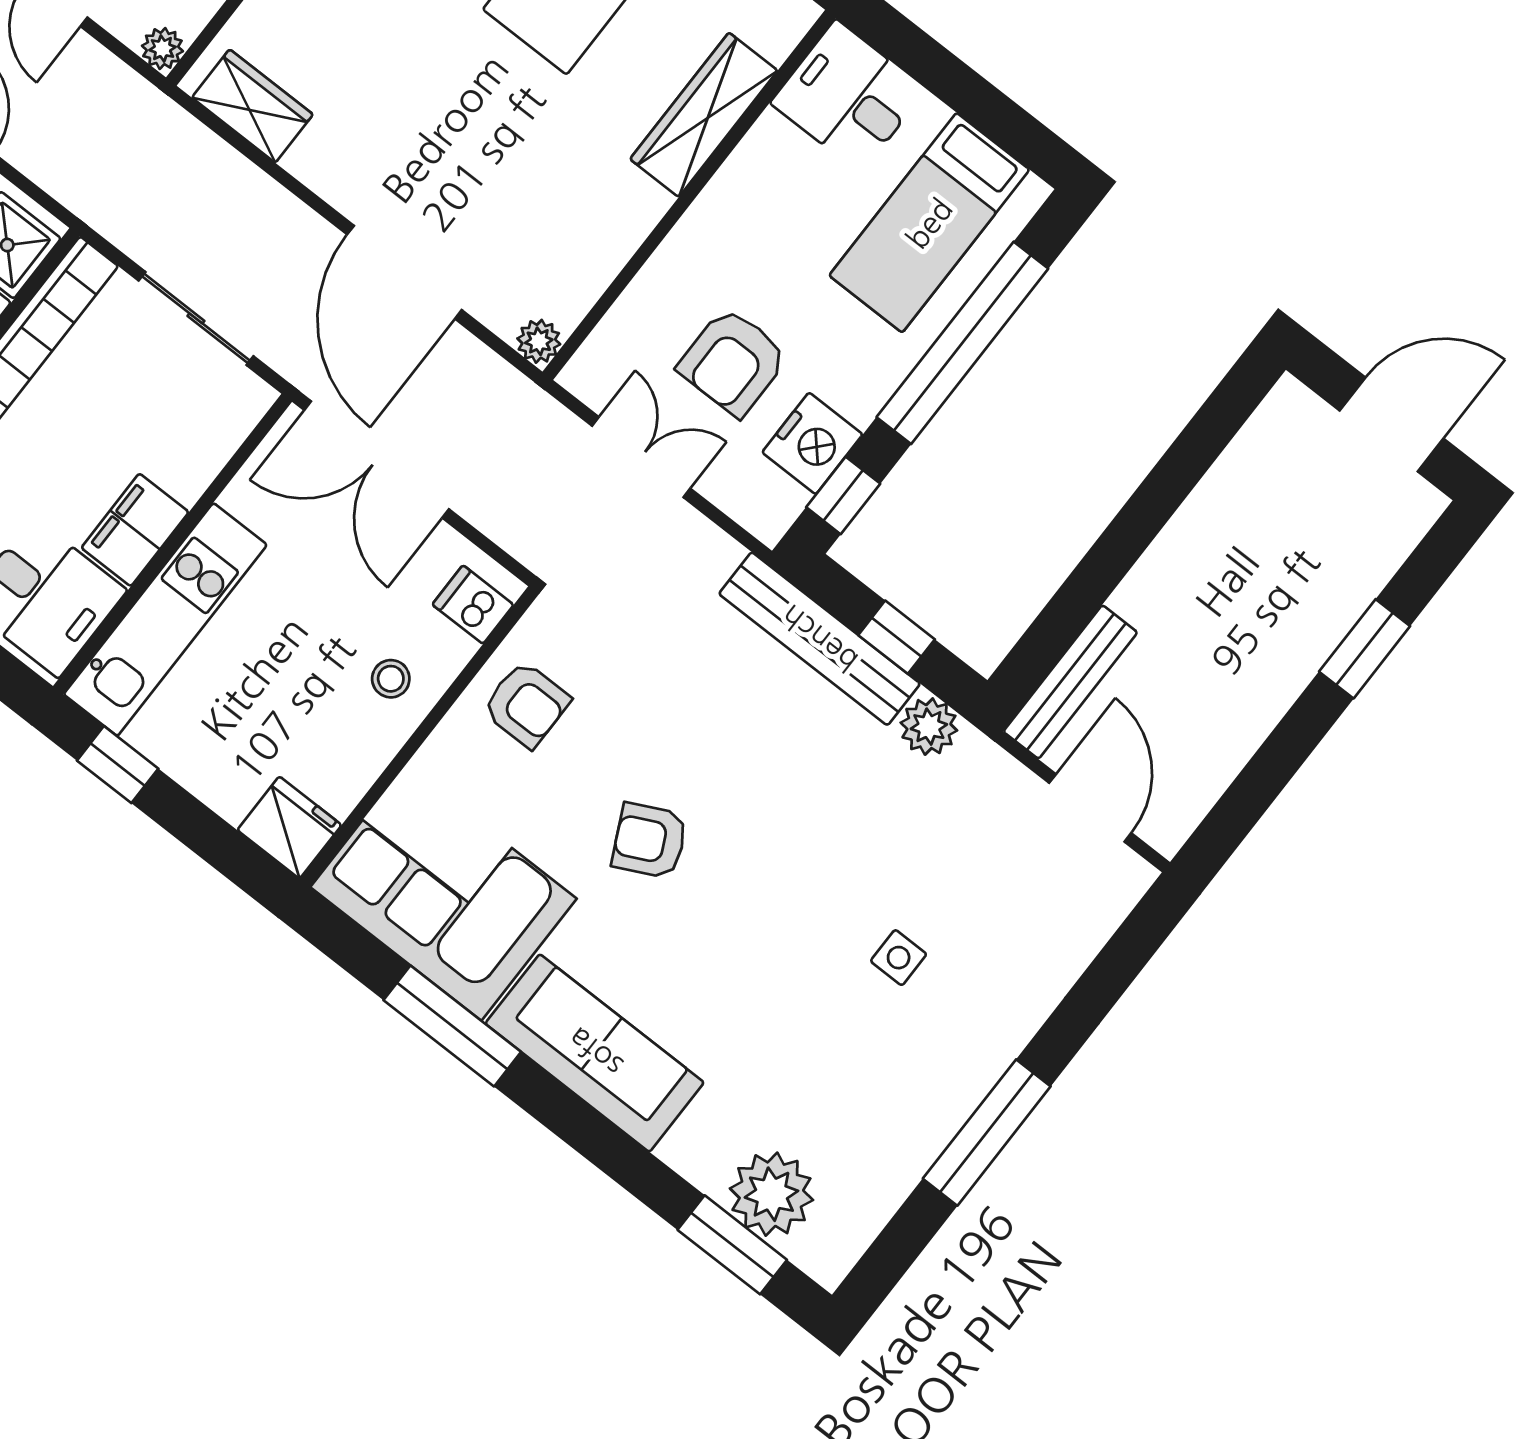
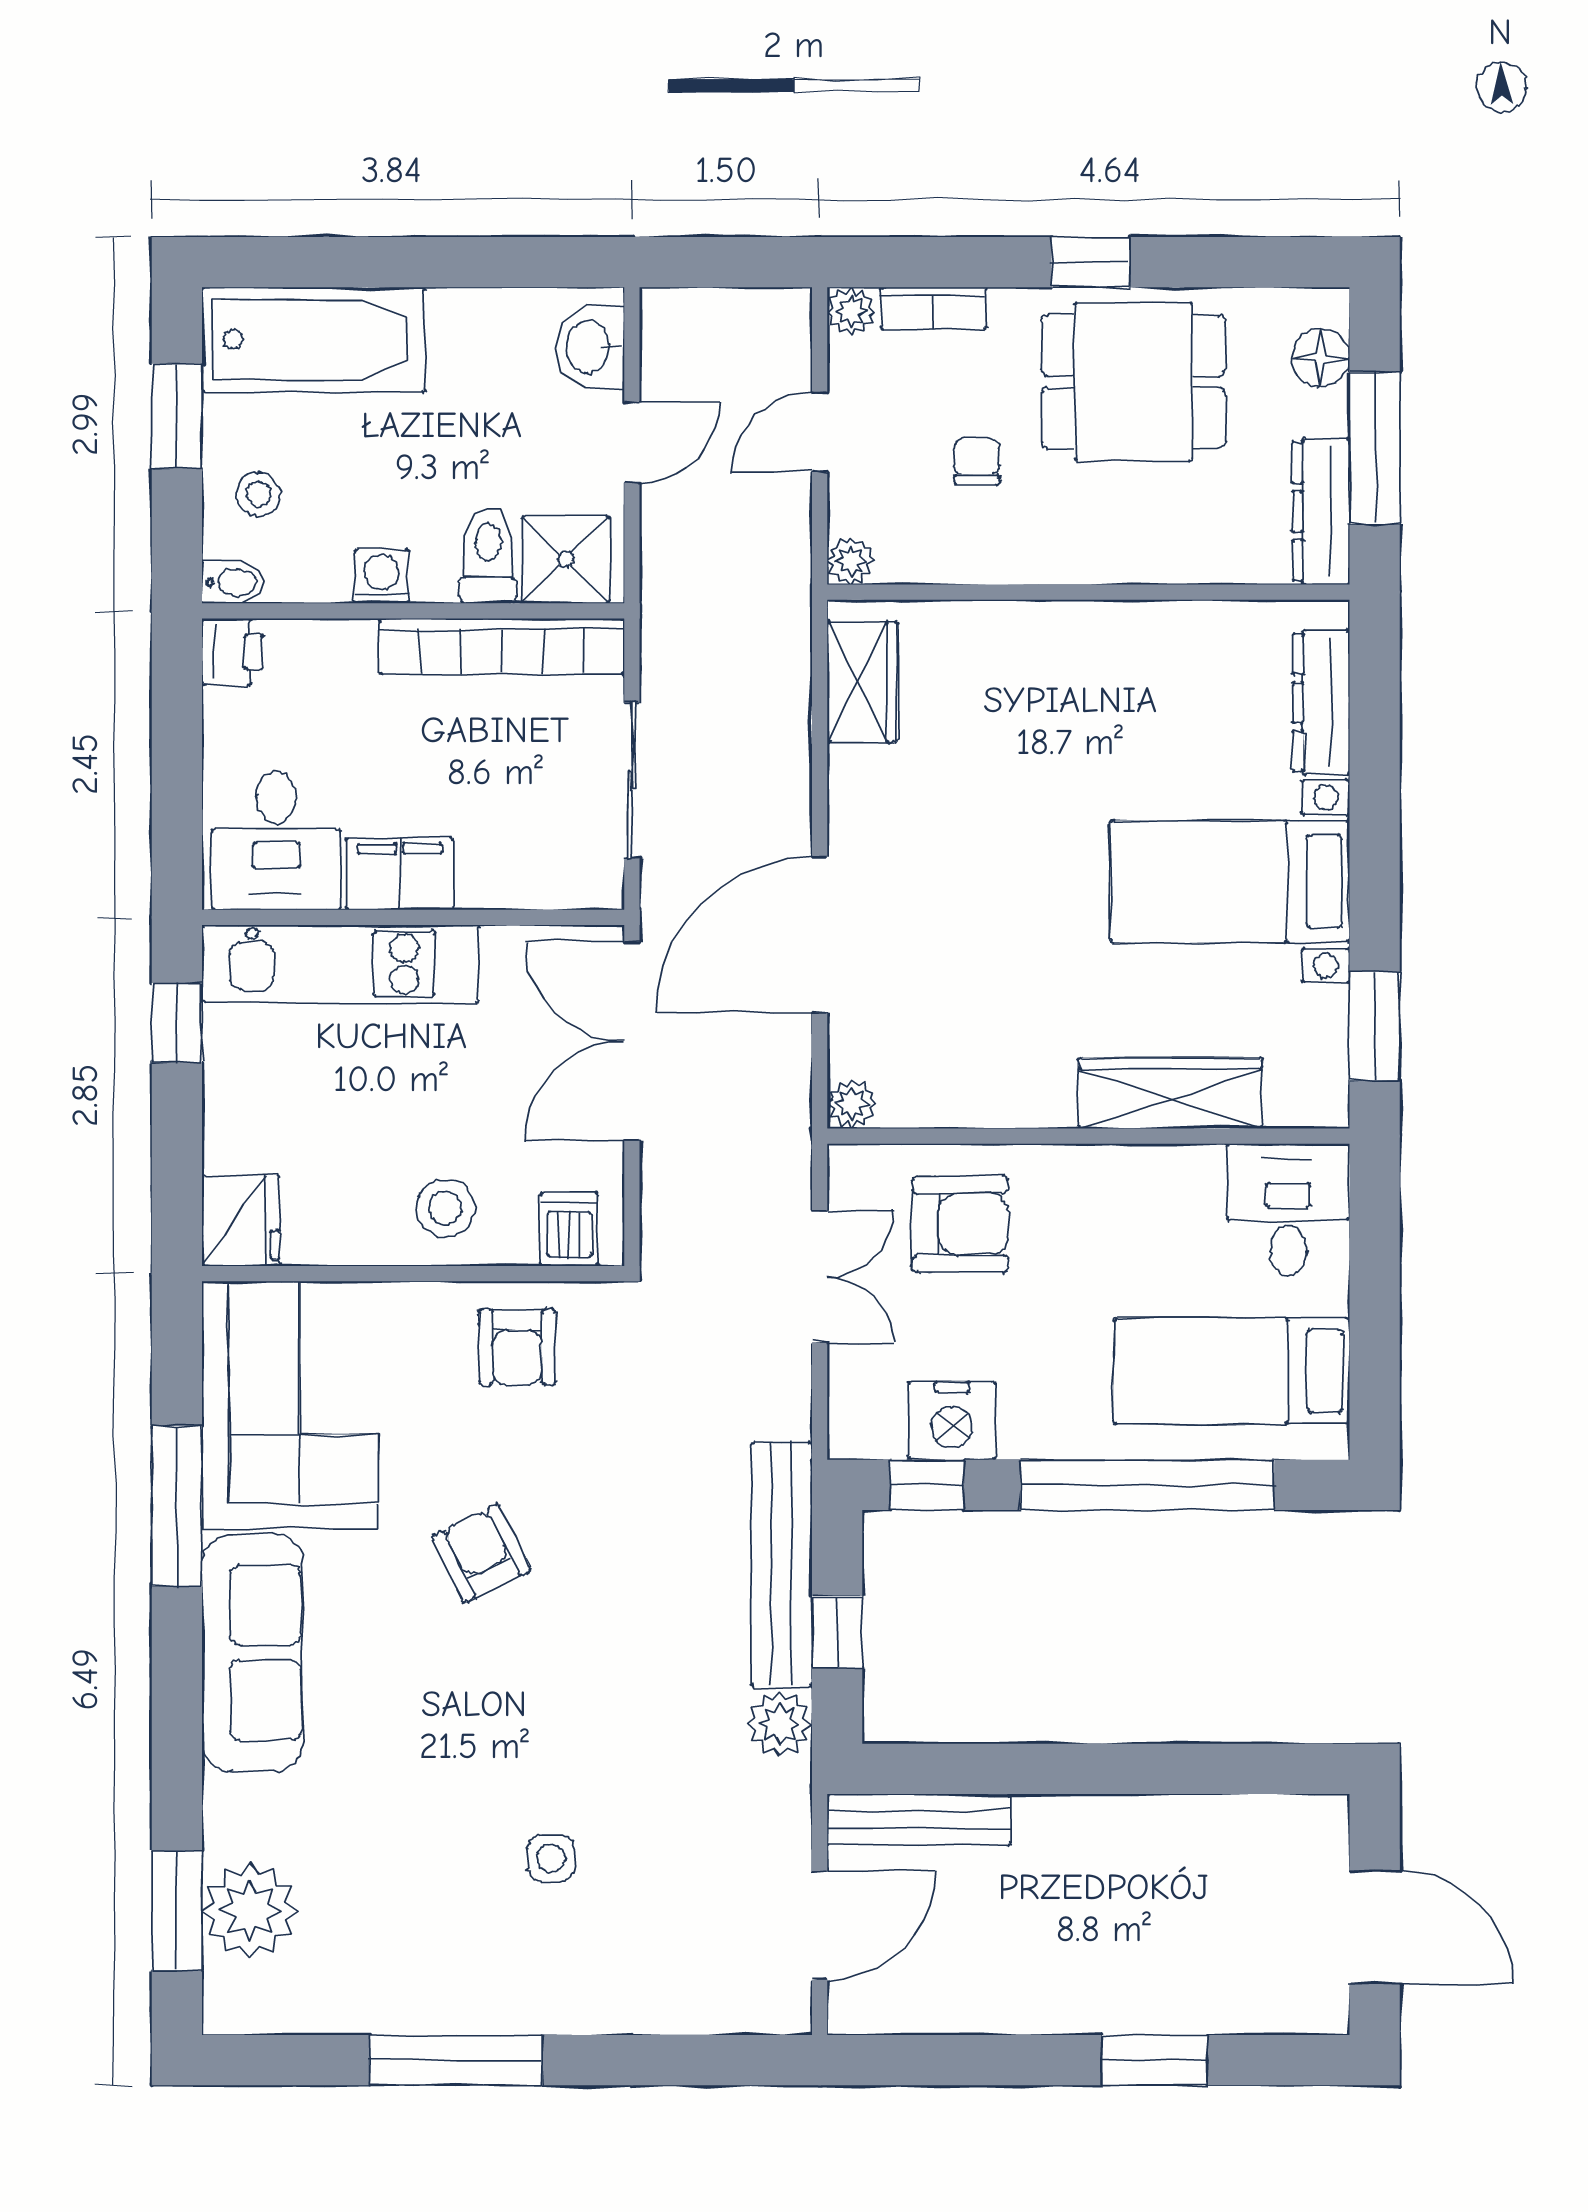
armchair: (733, 362) -> (960, 1224), moved, turned 180
stool: (391, 679) -> (445, 1208), width x1.37, depth x1.37

